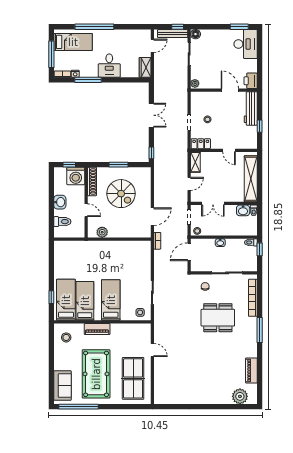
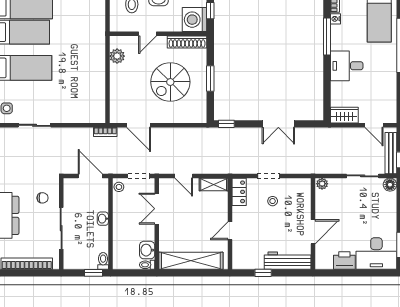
printer: (251, 81) -> (344, 261), moved

